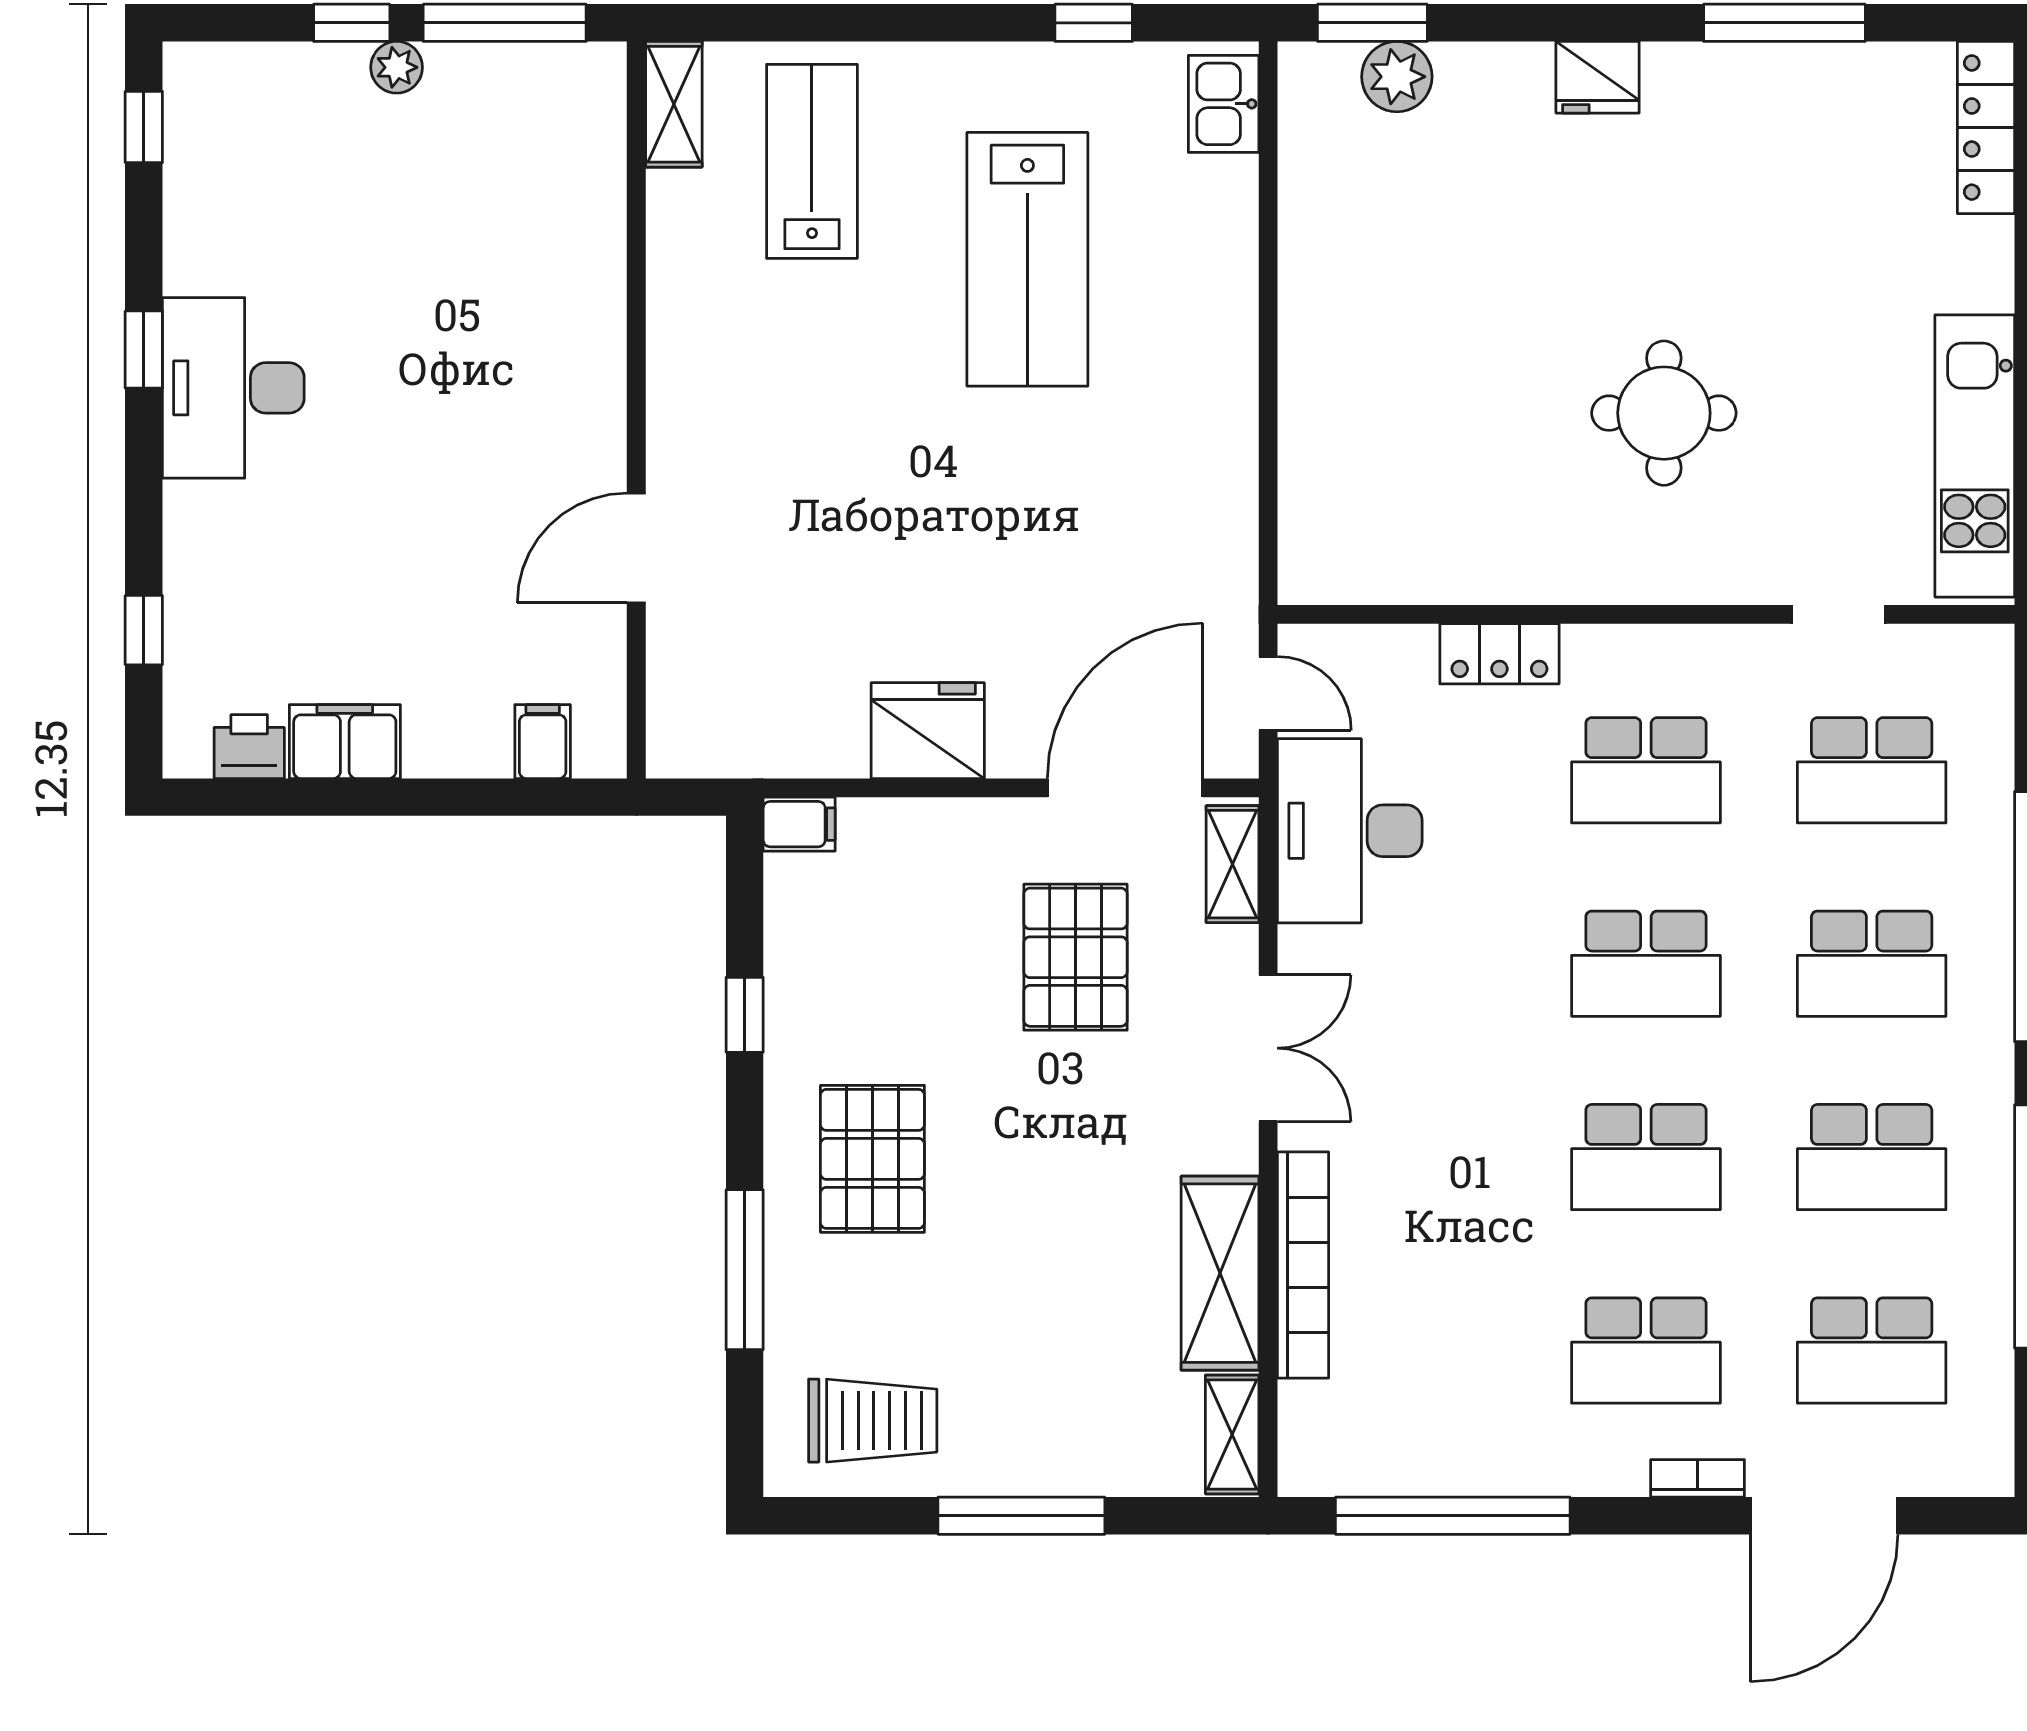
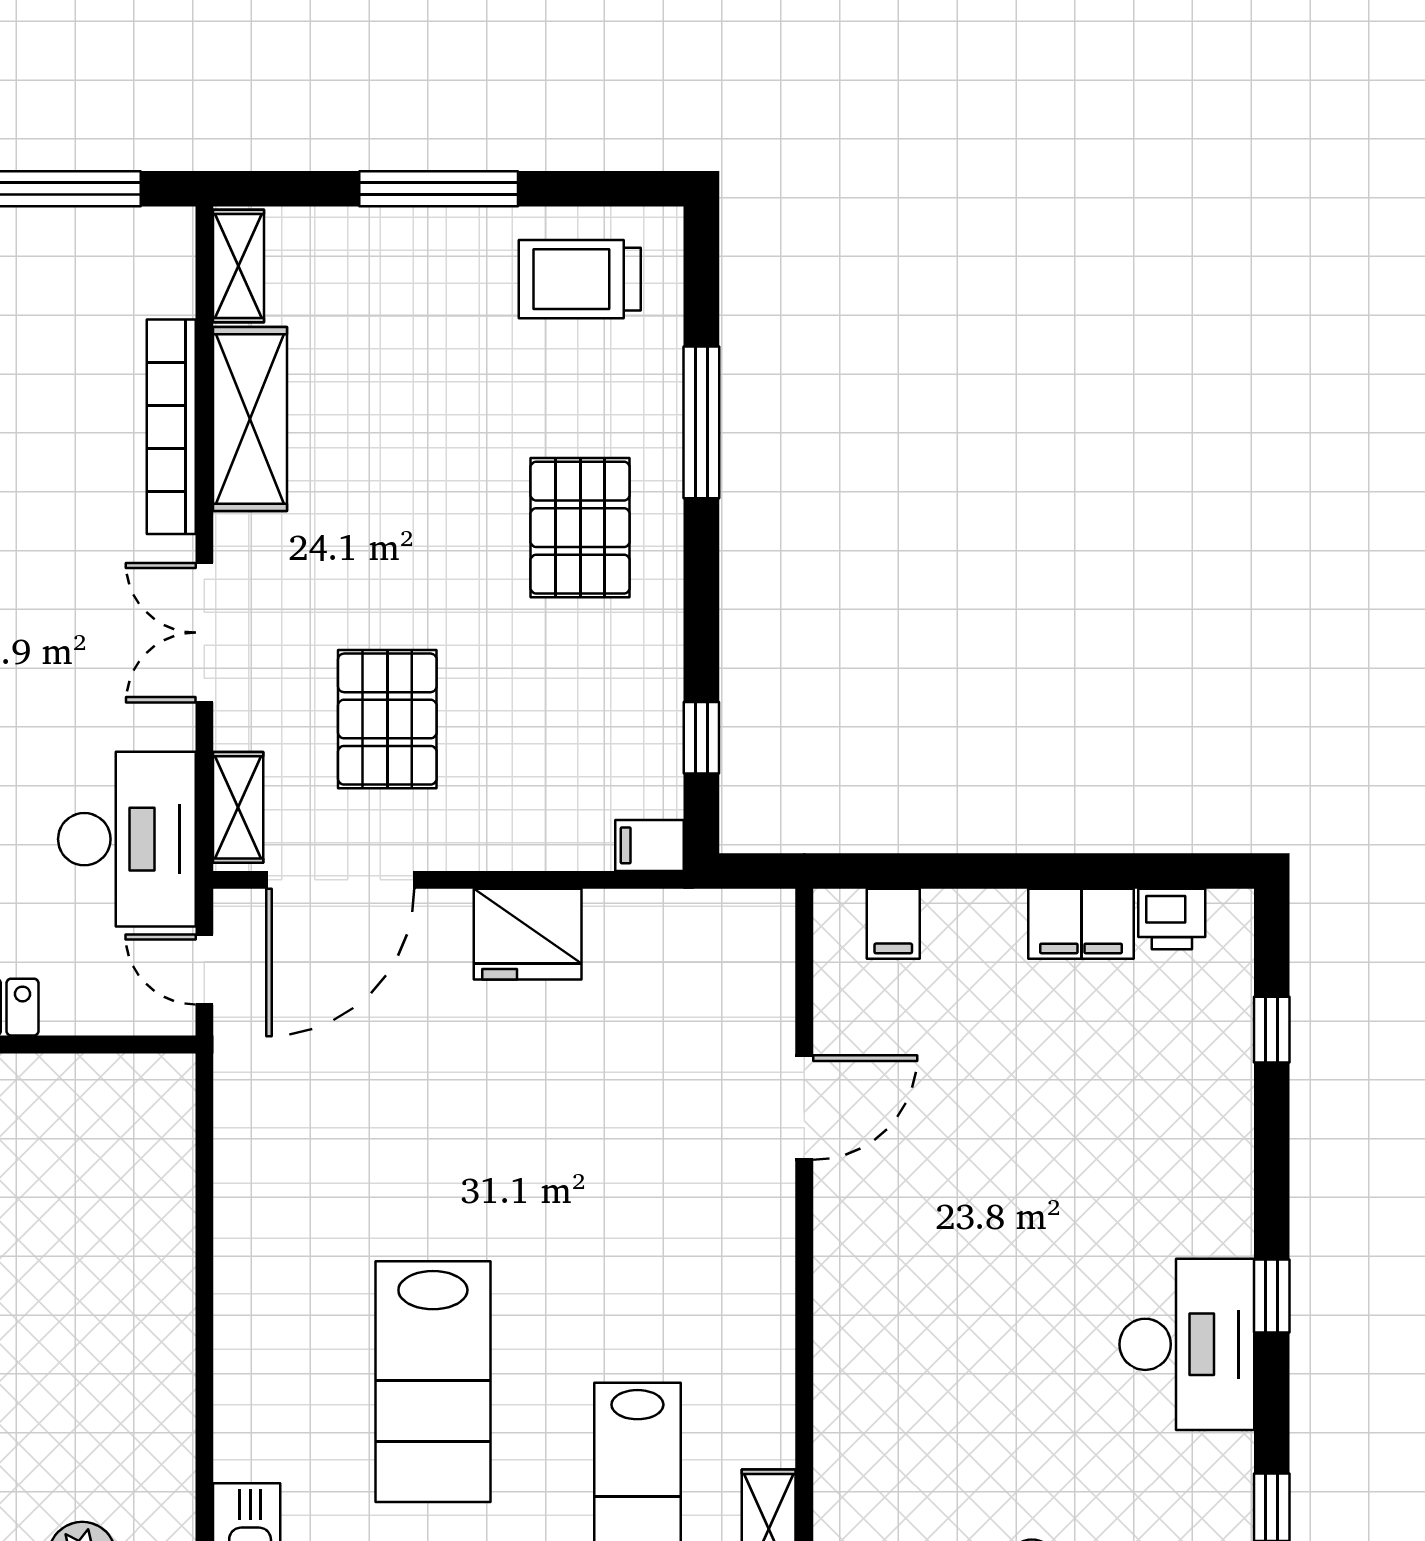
lab bench: (1027, 259) -> (433, 1382), turned 180
desk: (233, 388) -> (1187, 1344), moved
window: (745, 1015) -> (701, 738), moved

